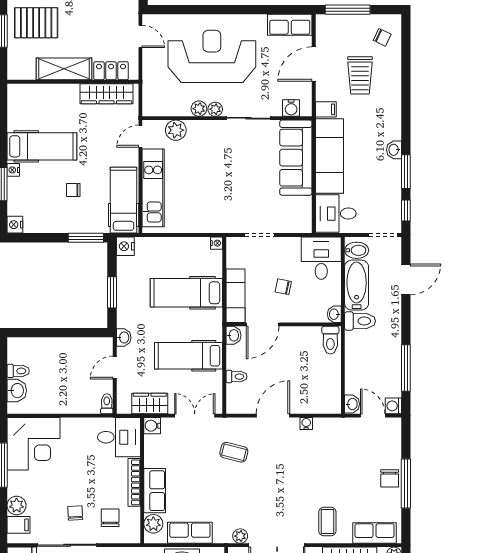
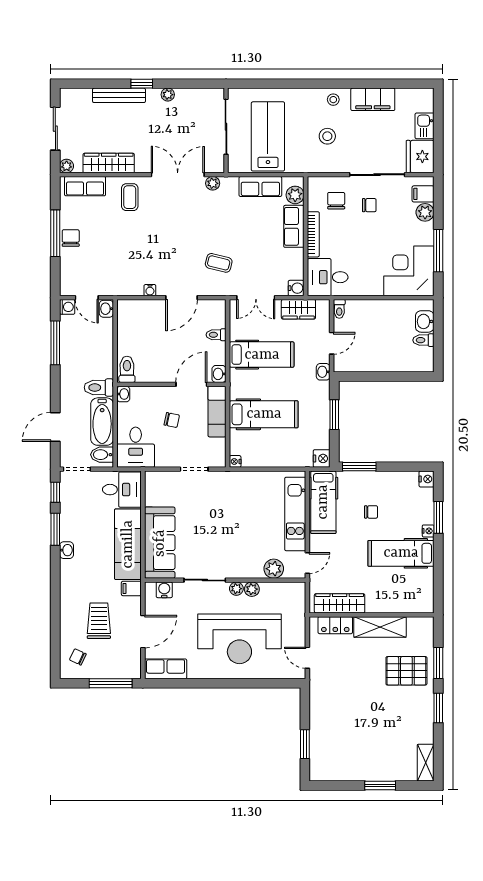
chair: (75, 513) -> (369, 205), turned -87
chair: (110, 518) -> (336, 201), turned 180

